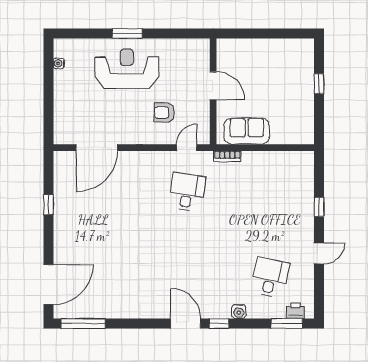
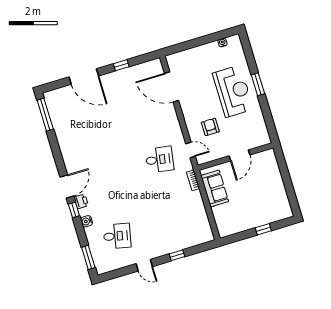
door: (49, 285) -> (84, 76), moved
printer: (295, 311) -> (81, 201), moved

